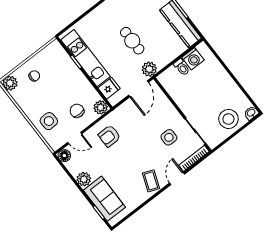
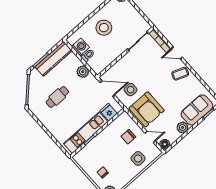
cafe table: (132, 41) -> (57, 97), moved
plant: (149, 69) -> (83, 72), moved
plant: (101, 107) -> (124, 118), removed
stool: (228, 119) -> (104, 28), moved
armchair: (109, 136) -> (147, 109), width x1.88, depth x1.88
side table: (169, 137) -> (131, 90), moved
door: (75, 138) -> (150, 137), hinge flipped

